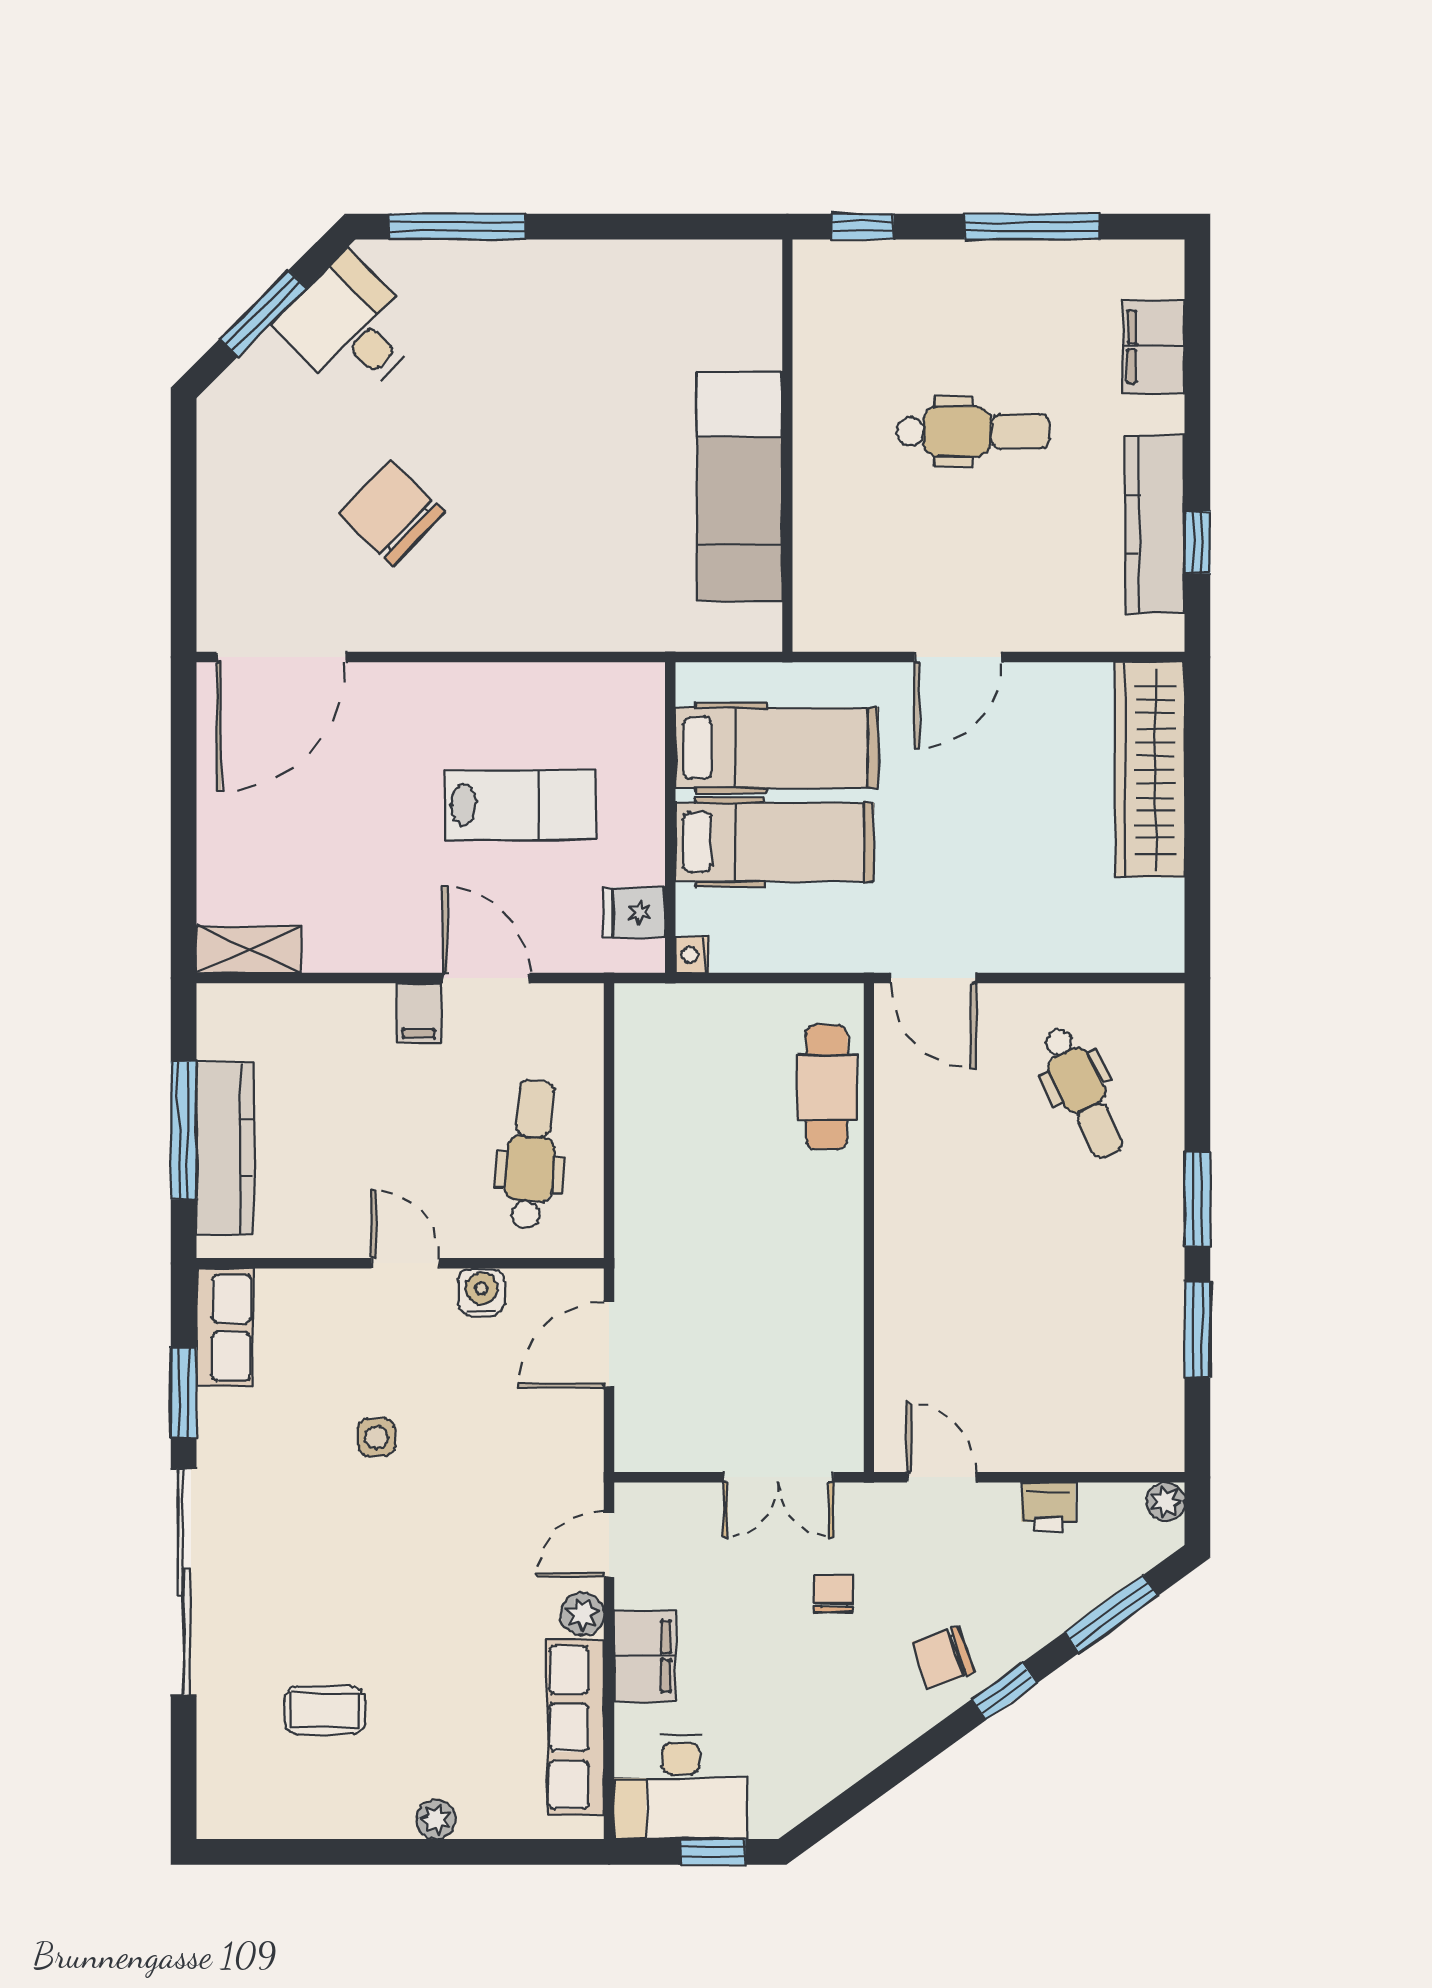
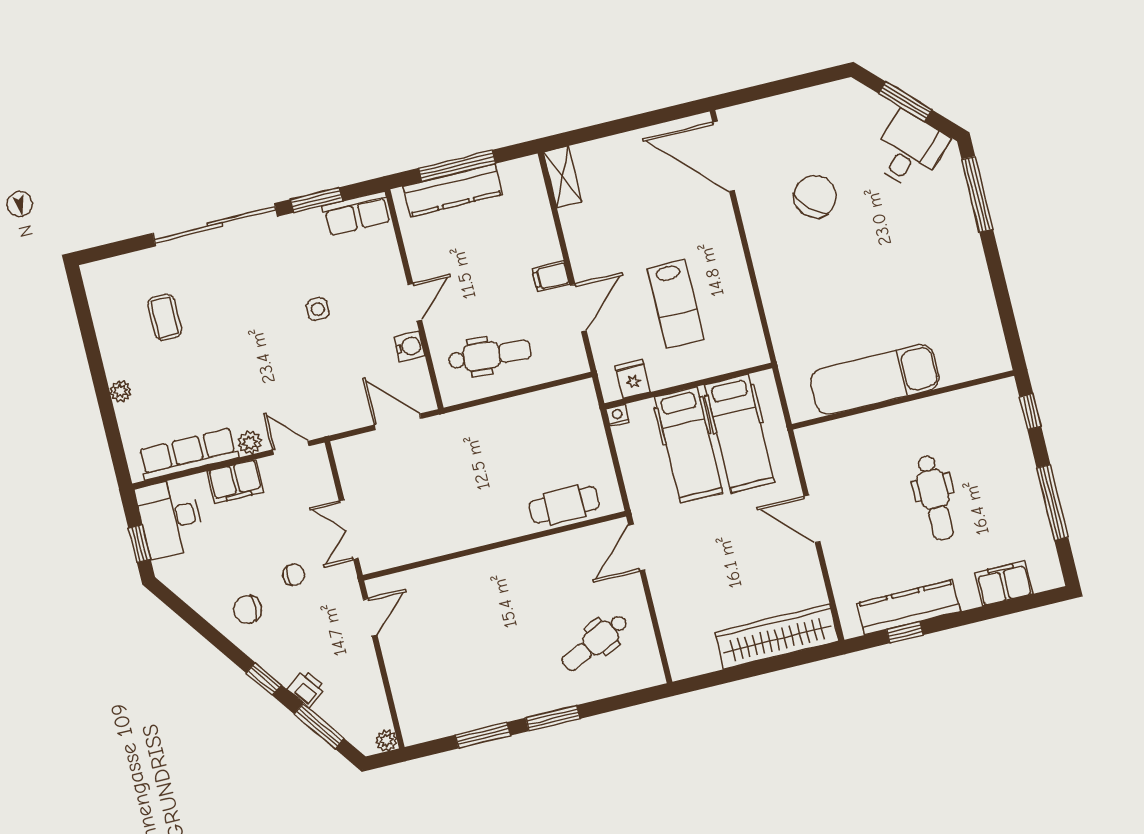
printer: (1048, 1507) -> (306, 688), moved, turned 144
chair: (943, 1657) -> (248, 610), moved, turned -71

